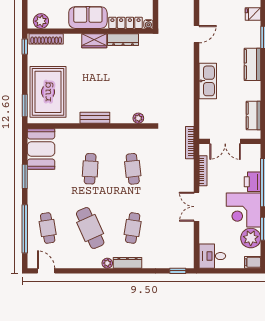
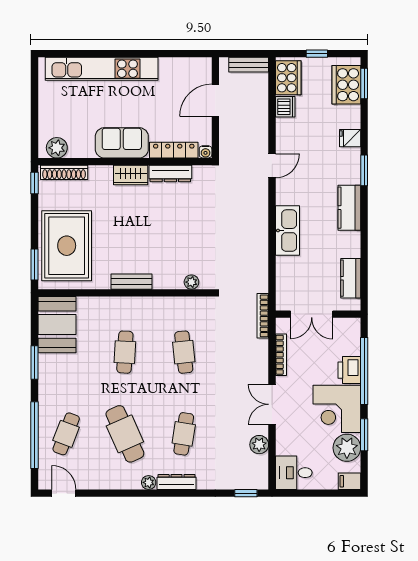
cafe table: (48, 228) -> (66, 434), turned 30
plant: (187, 236) -> (259, 445), added

